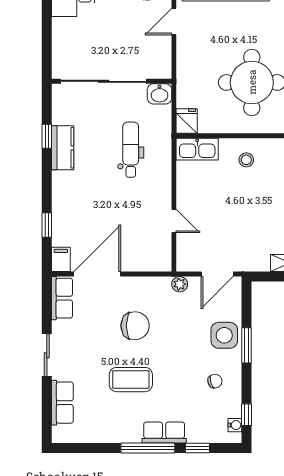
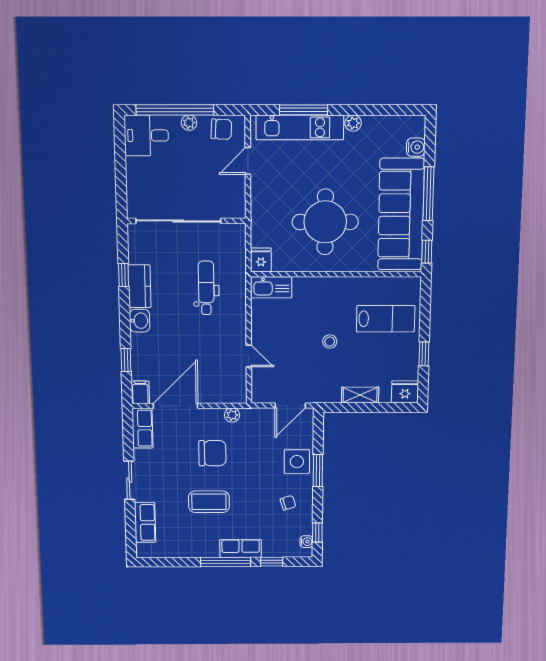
washbasin: (159, 94) -> (140, 321), moved, turned -90
stool: (246, 160) -> (330, 342), moved
plant: (180, 284) -> (232, 415), moved

